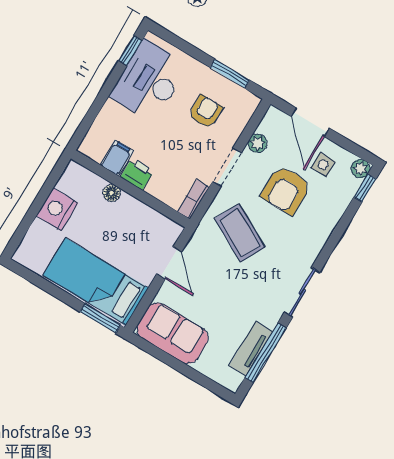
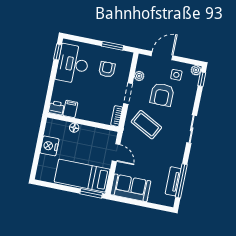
door: (310, 122) -> (162, 56), swing flipped
printer: (137, 174) -> (56, 108), moved
sliding door: (302, 292) -> (192, 129), moved

